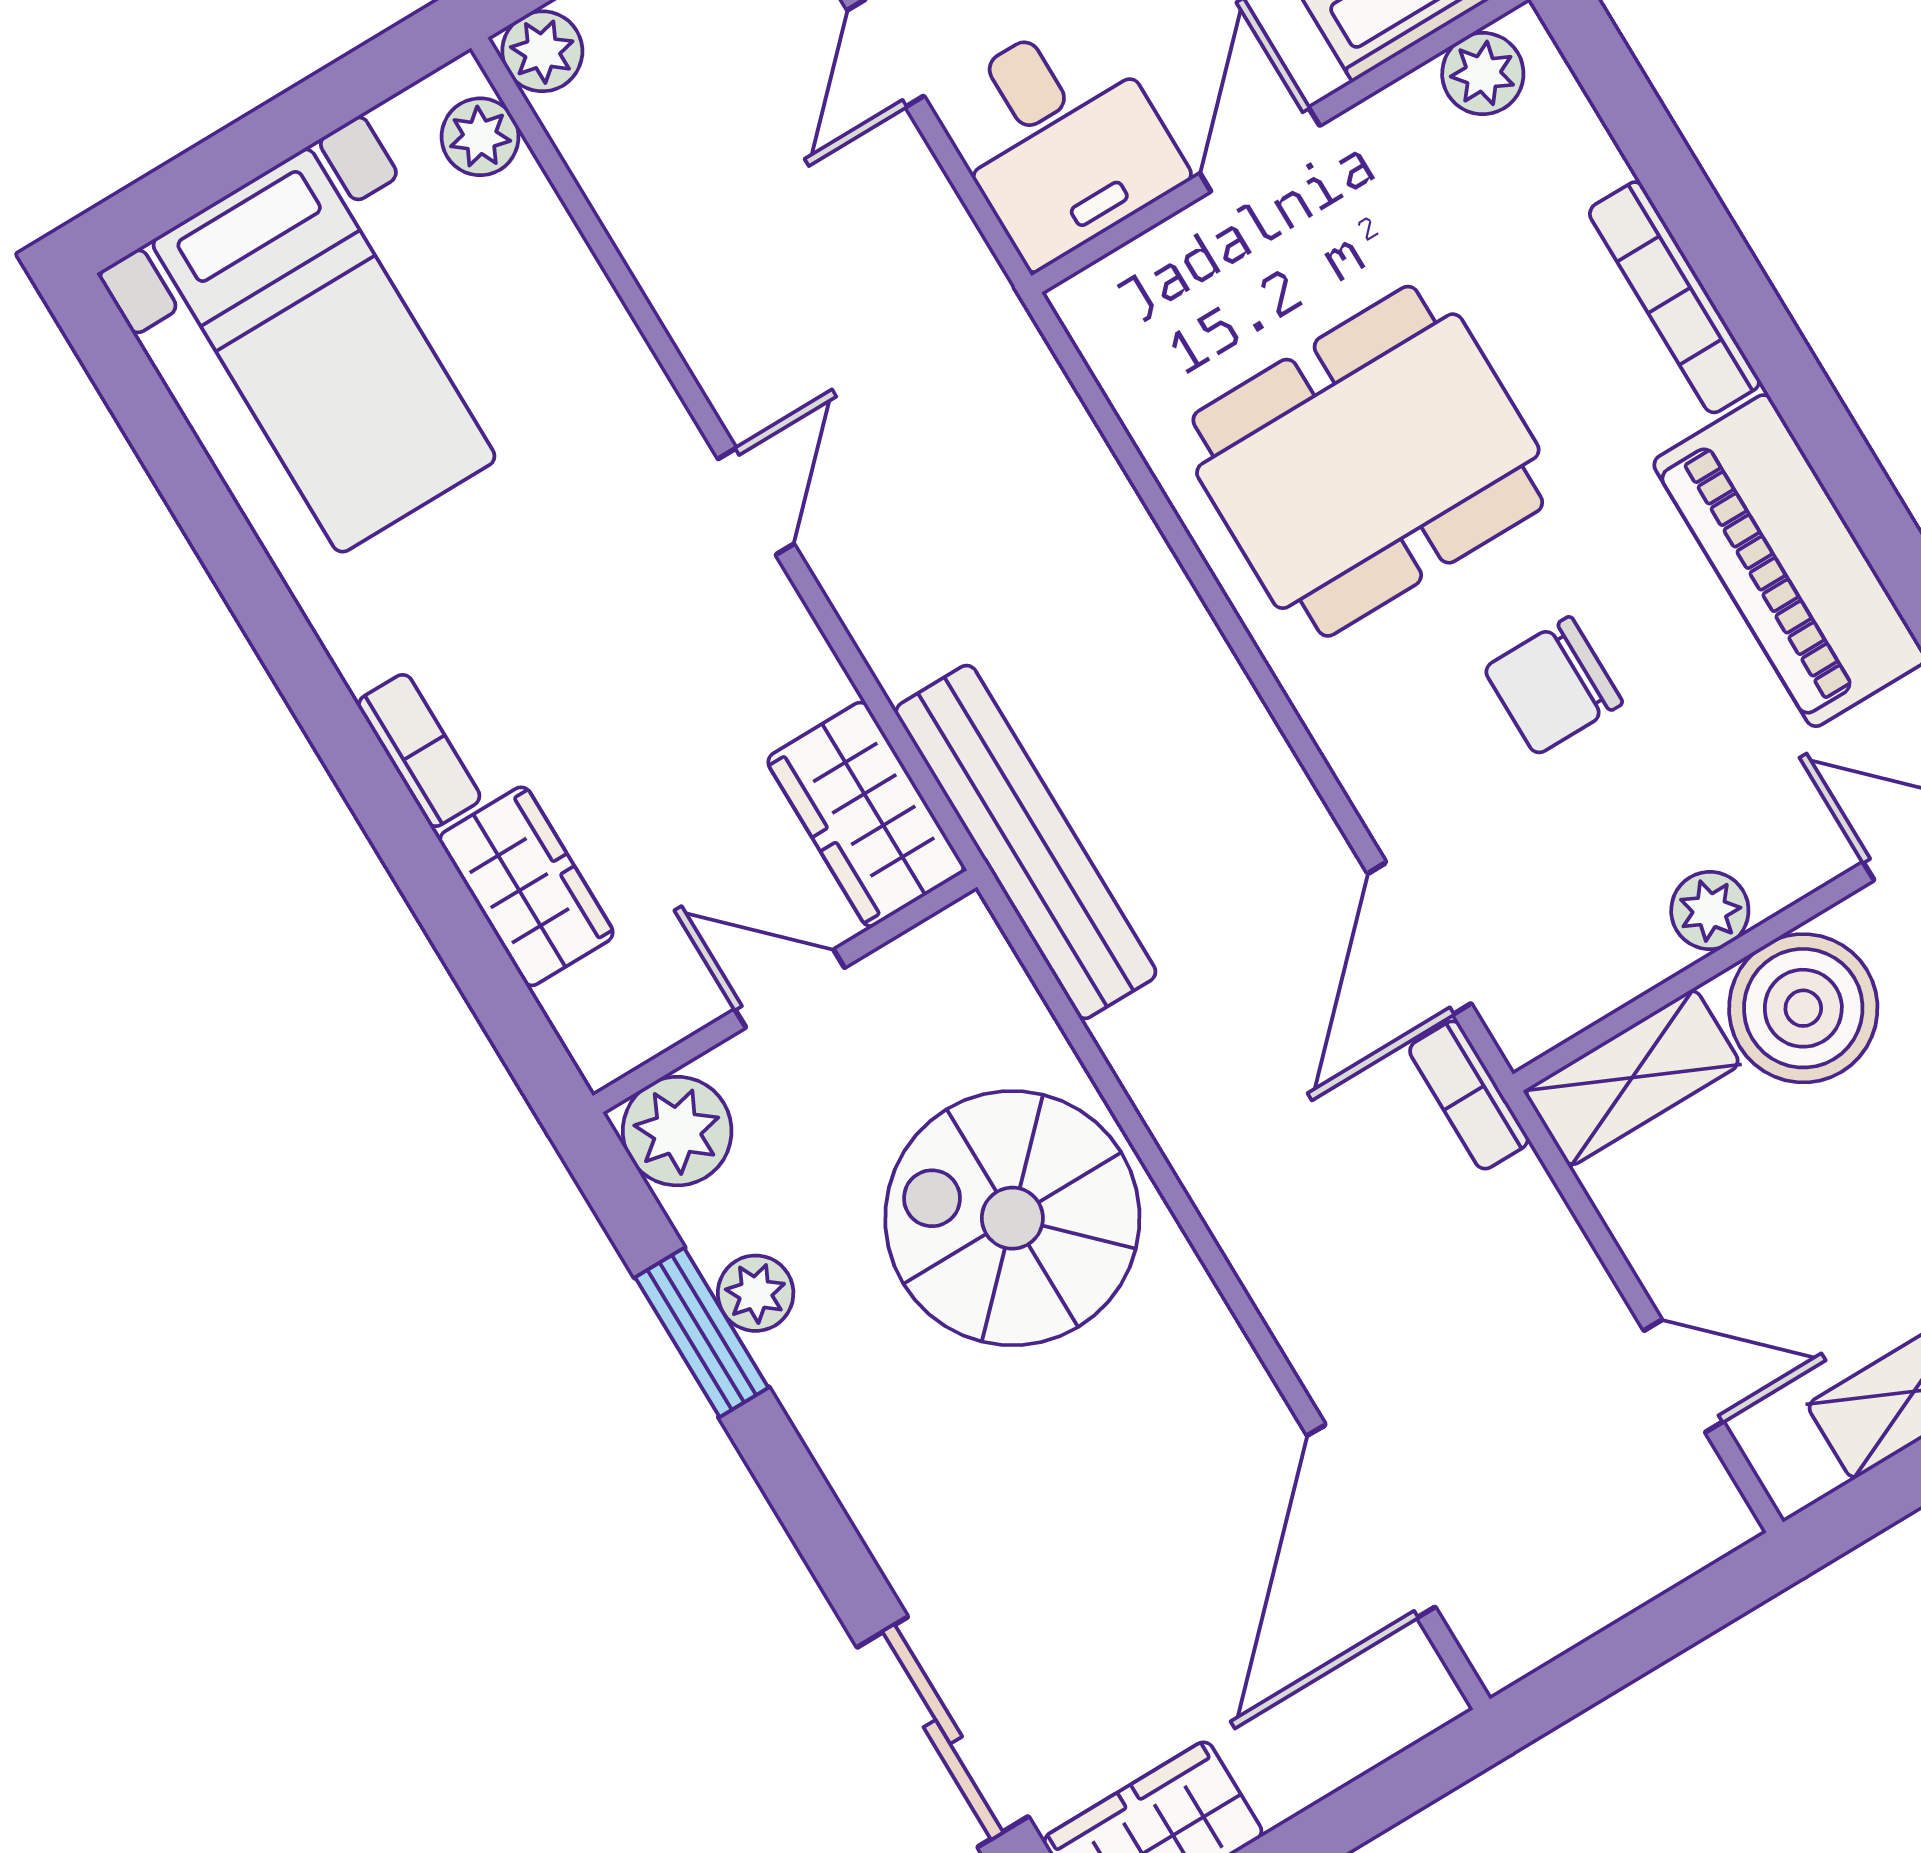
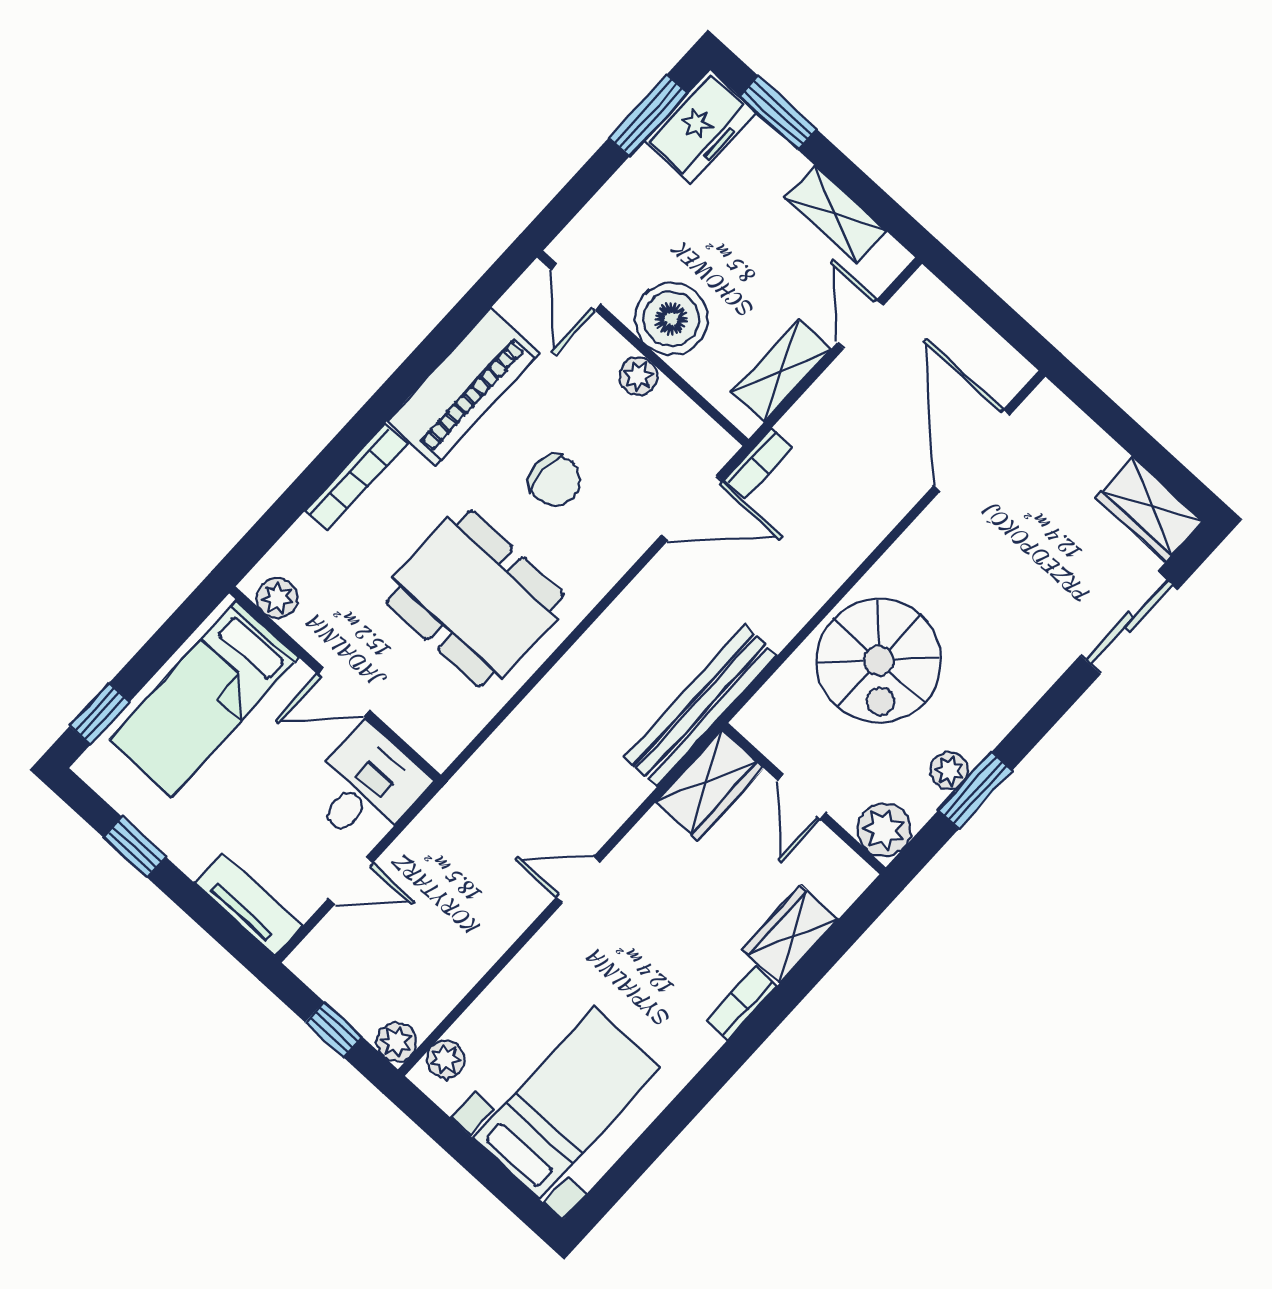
shelving: (1632, 1078) -> (782, 371), moved, turned 90
door: (1371, 1521) -> (971, 451), swing flipped

